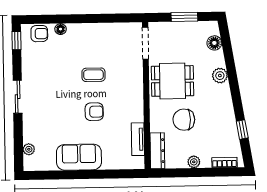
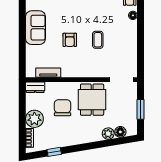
plant: (220, 76) -> (108, 134), moved
dresser: (157, 151) -> (35, 87), width x0.70
plant: (194, 162) -> (34, 119), width x1.87, depth x1.87

